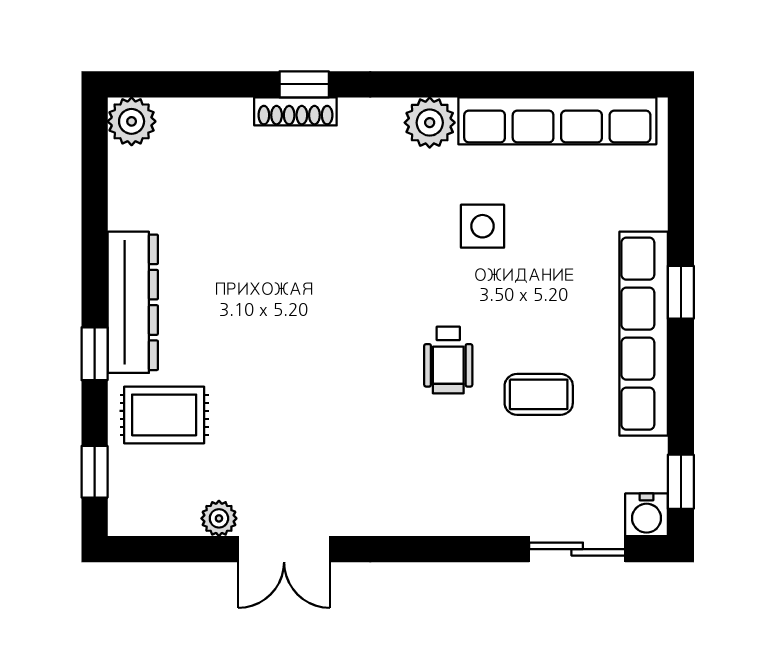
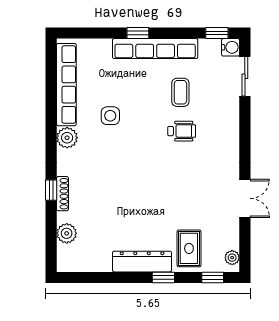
plant: (132, 121) -> (67, 233), moved
wheelchair: (448, 360) -> (182, 131), moved
plant: (219, 518) -> (232, 258), moved

